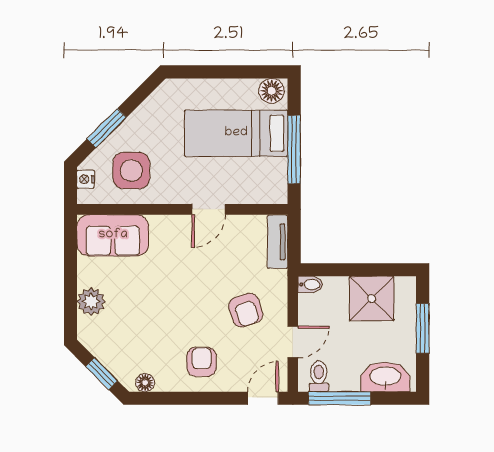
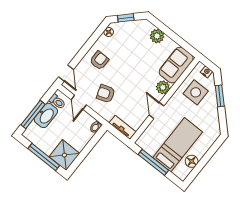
floor lamp: (272, 91) -> (192, 161), moved
plant: (164, 228) -> (163, 87), added
shower: (372, 298) -> (64, 155), moved
window: (423, 328) -> (44, 157), width x1.44
armchair: (202, 362) -> (99, 60), turned -90
washbasin: (385, 377) -> (46, 115), moved
window: (339, 398) -> (33, 115), moved

